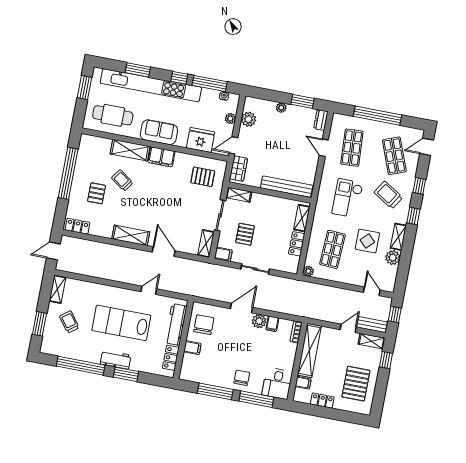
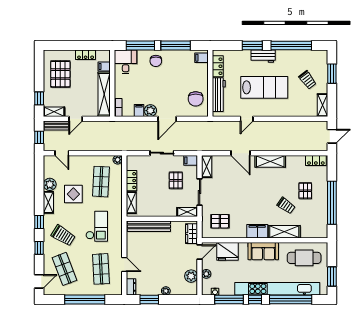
window: (138, 70) -> (291, 300), width x2.11
filing cabinet: (192, 348) -> (201, 58), moved

